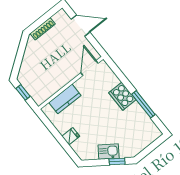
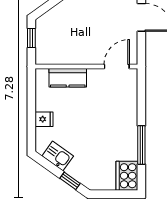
cooker: (122, 96) -> (127, 176), moved
kitchen sink: (109, 152) -> (58, 156), moved

